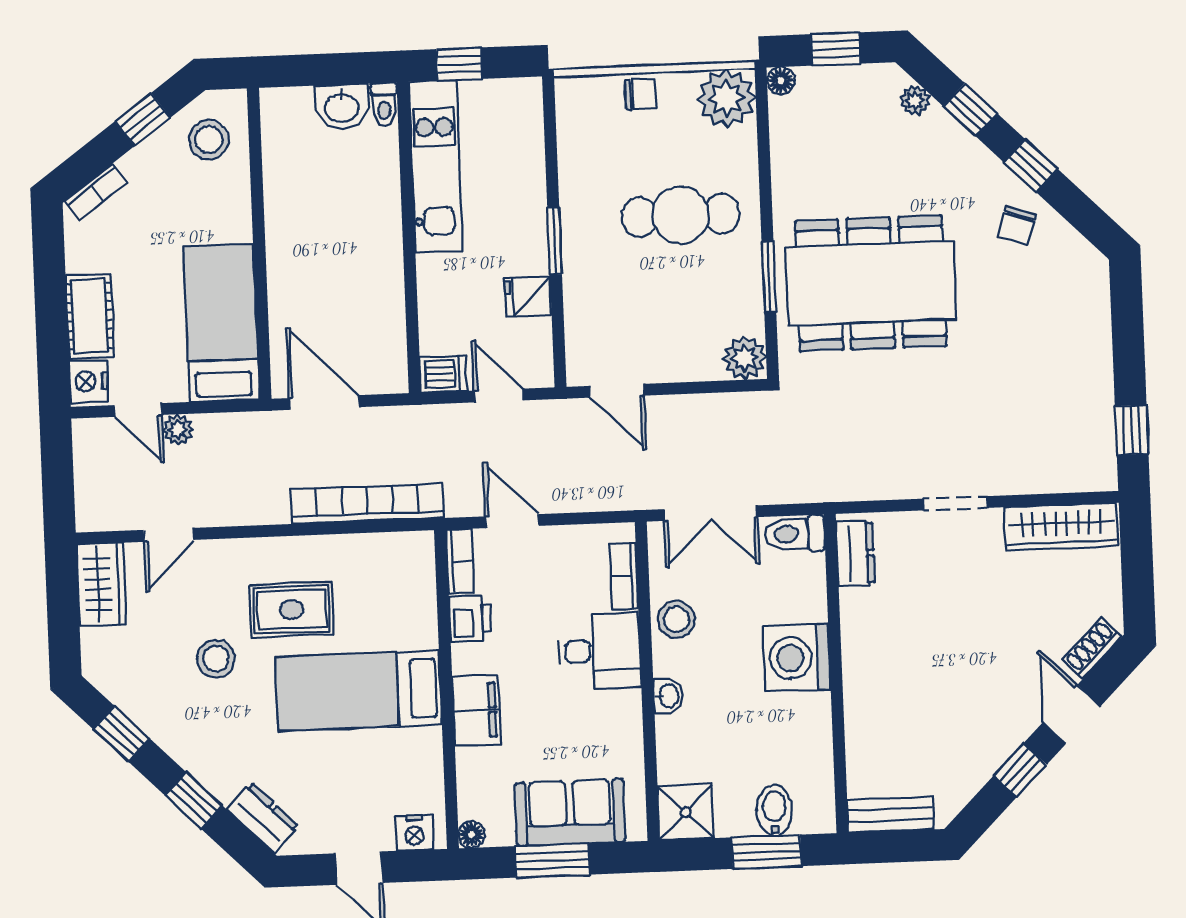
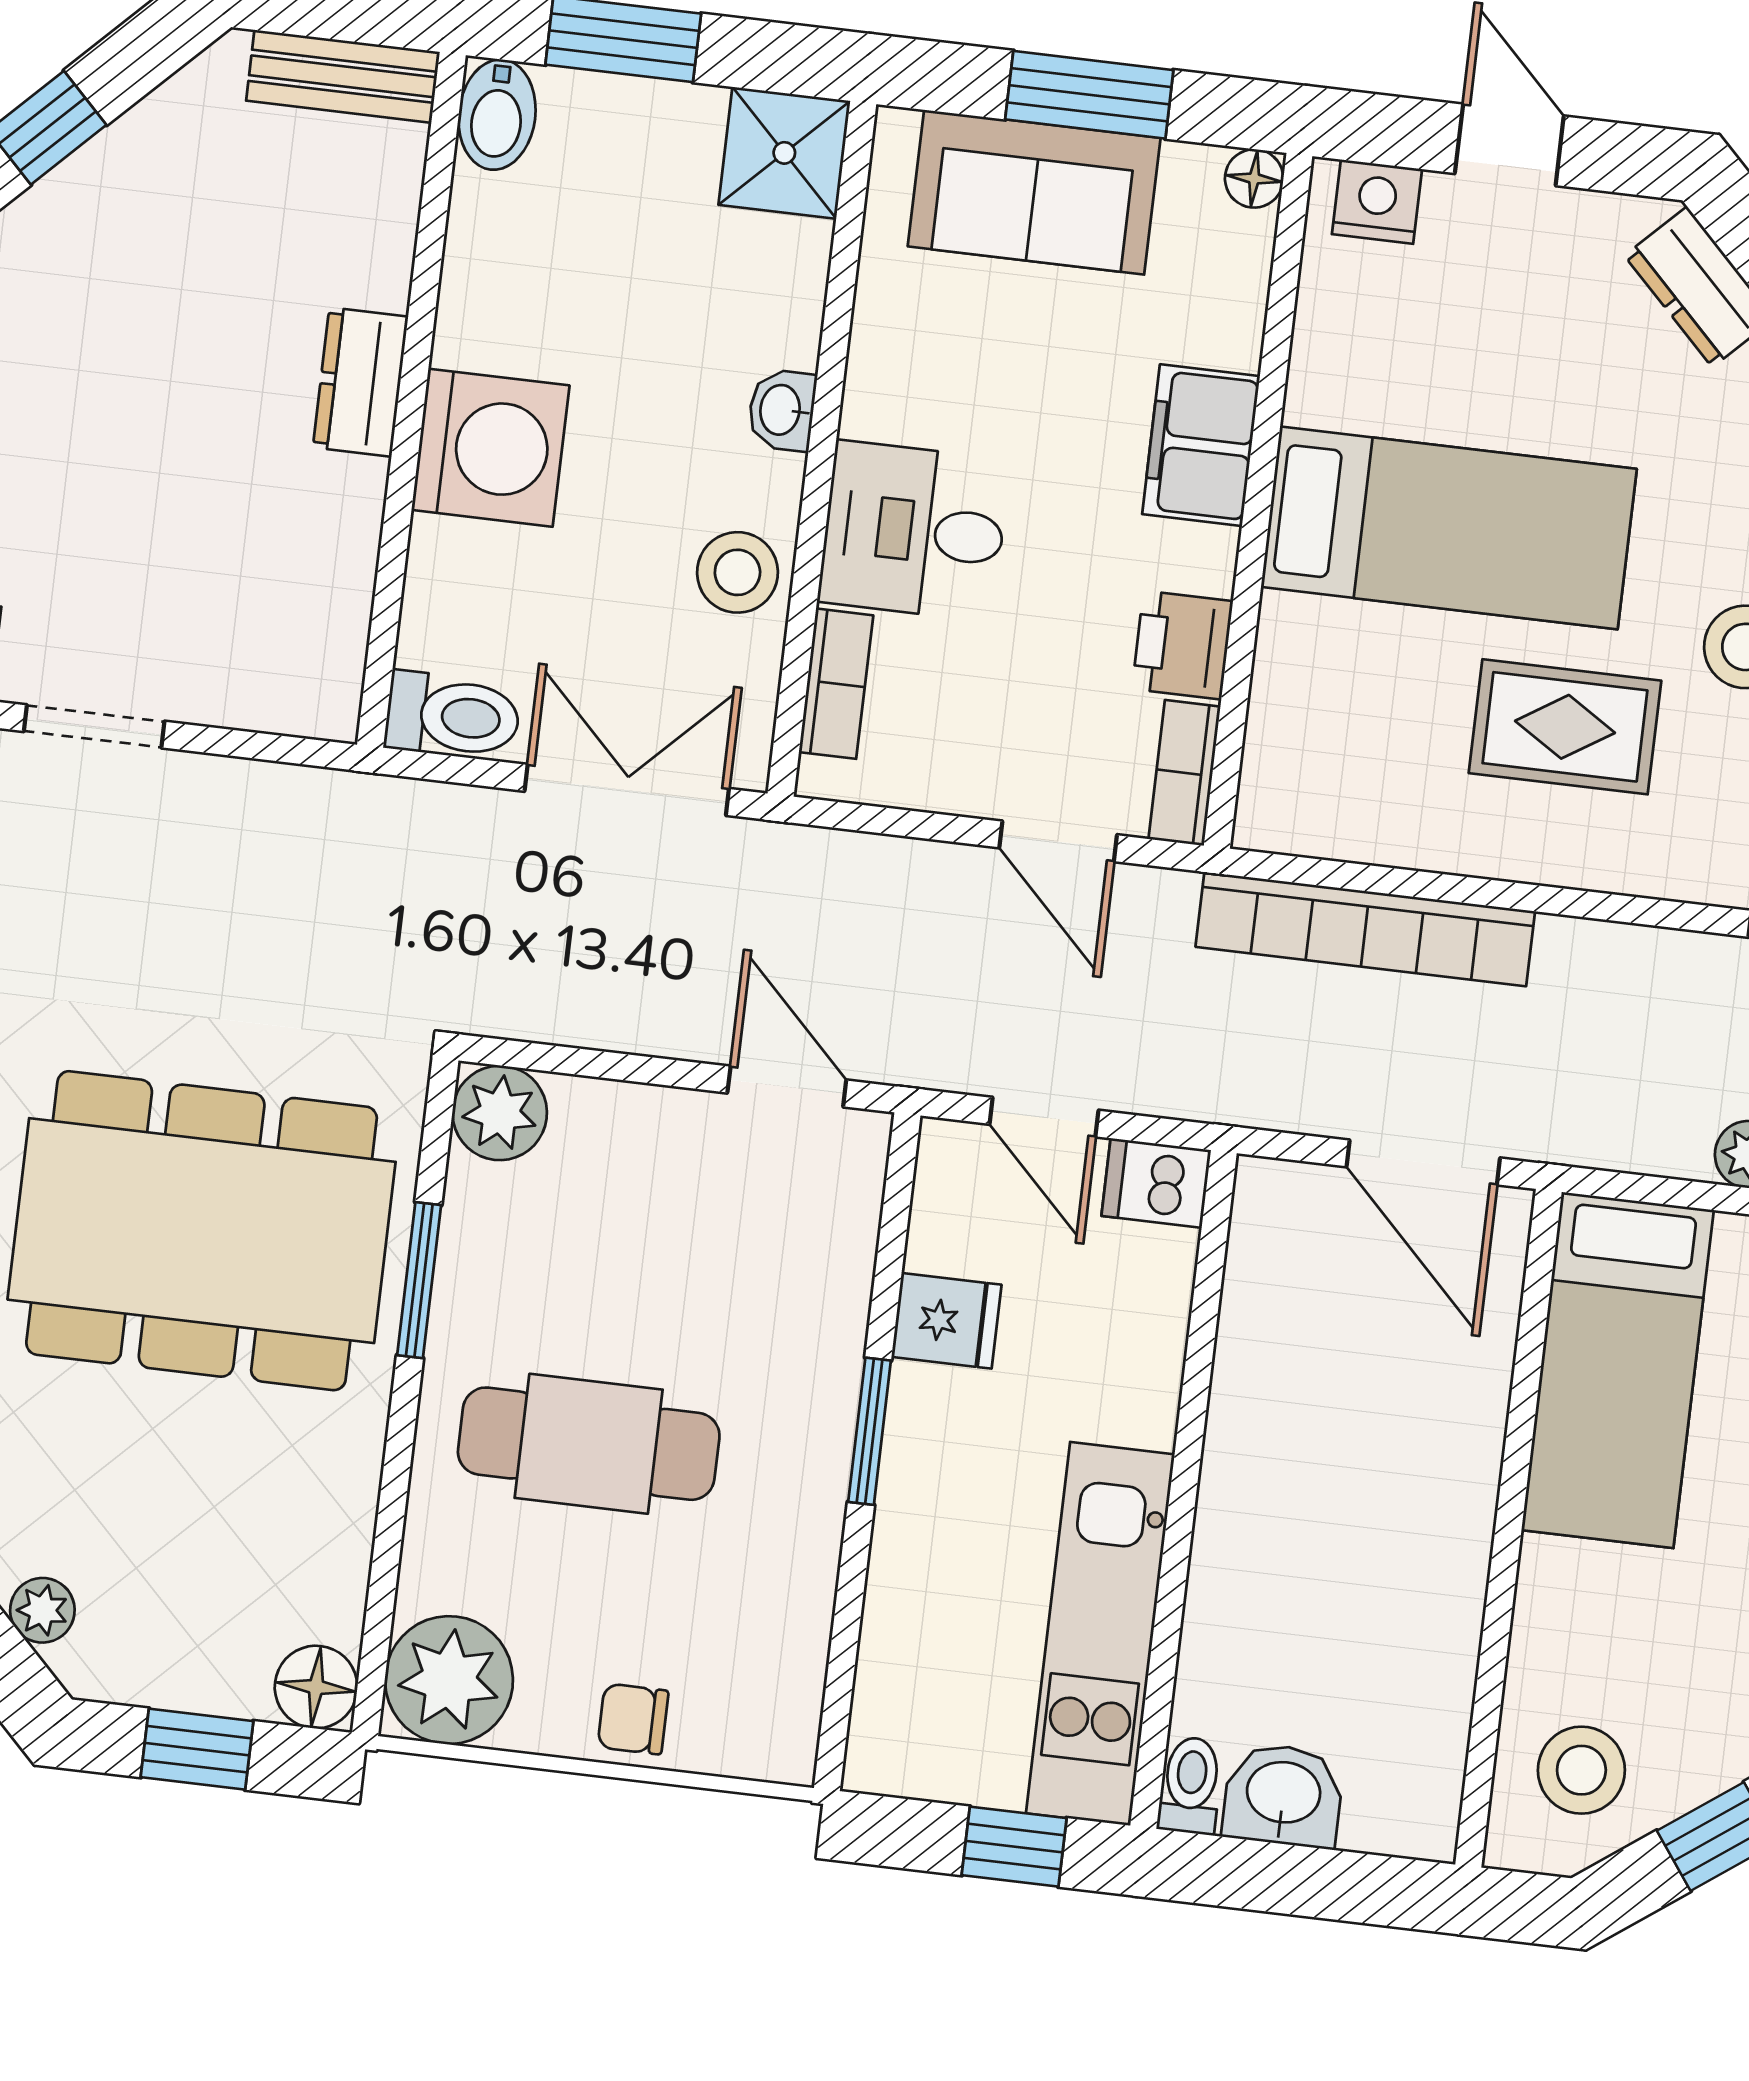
floor lamp: (781, 81) -> (316, 1687), width x1.37, depth x1.37
dresser: (855, 553) -> (360, 382), moved
bidet: (774, 810) -> (497, 115), moved

